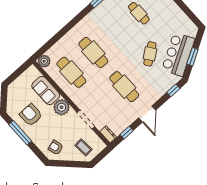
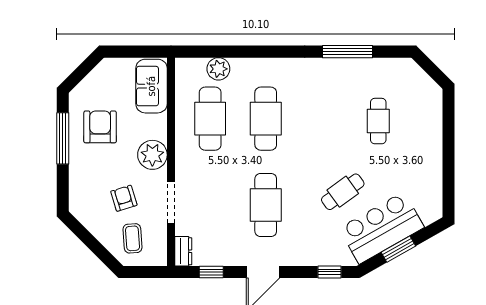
plant: (44, 61) -> (218, 69), moved
sofa: (46, 91) -> (151, 86), moved
armchair: (56, 148) -> (124, 198), moved

